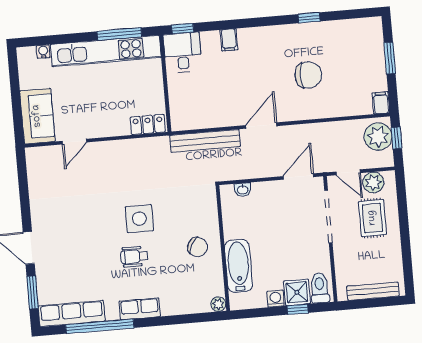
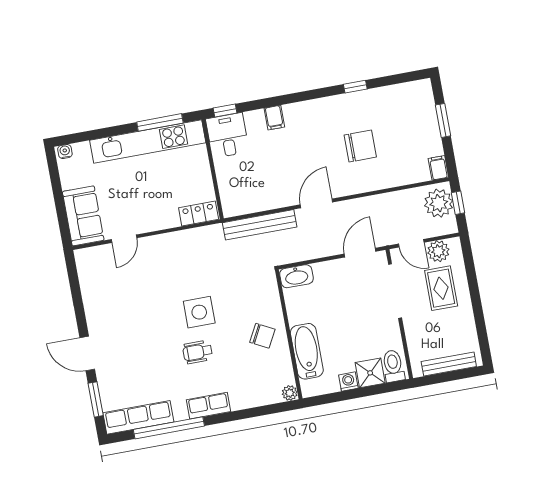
water cooler: (43, 51) -> (65, 151), moved
washbasin: (243, 190) -> (296, 276), width x1.91, depth x1.45
window: (298, 309) -> (373, 390), removed

